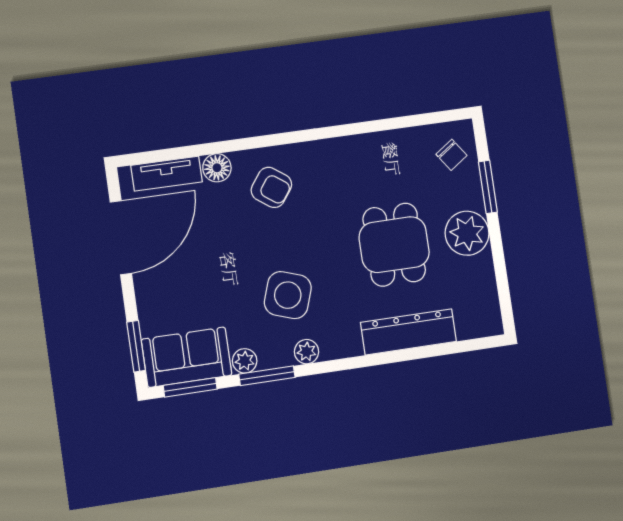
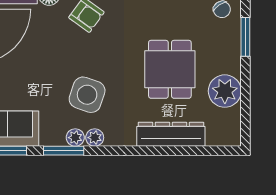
plant: (467, 233) -> (225, 91), moved
plant: (245, 361) -> (75, 138), moved

